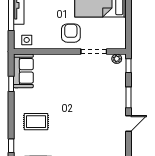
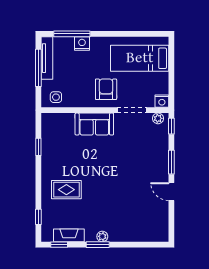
nightstand: (120, 44) -> (162, 101), added
sofa: (23, 71) -> (94, 124), moved, turned 90
door: (129, 123) -> (171, 192), swing flipped

